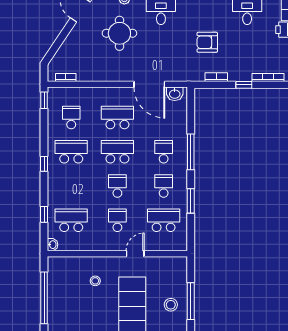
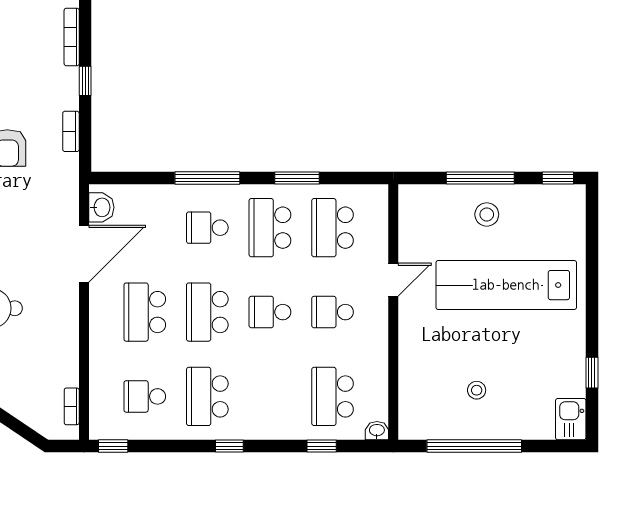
school desk: (164, 186) -> (270, 228), width x1.85
door: (135, 254) -> (393, 280), swing flipped
stool: (95, 281) -> (477, 390), moved

